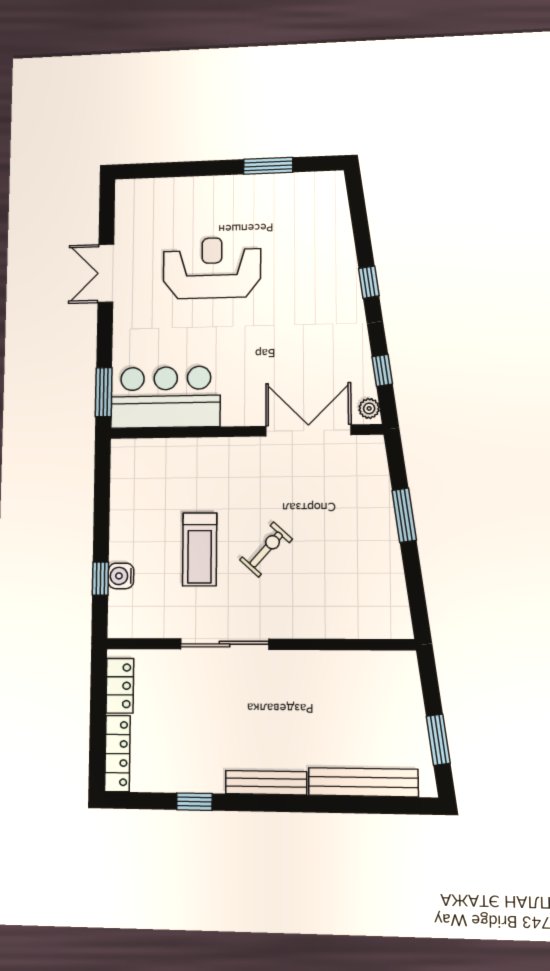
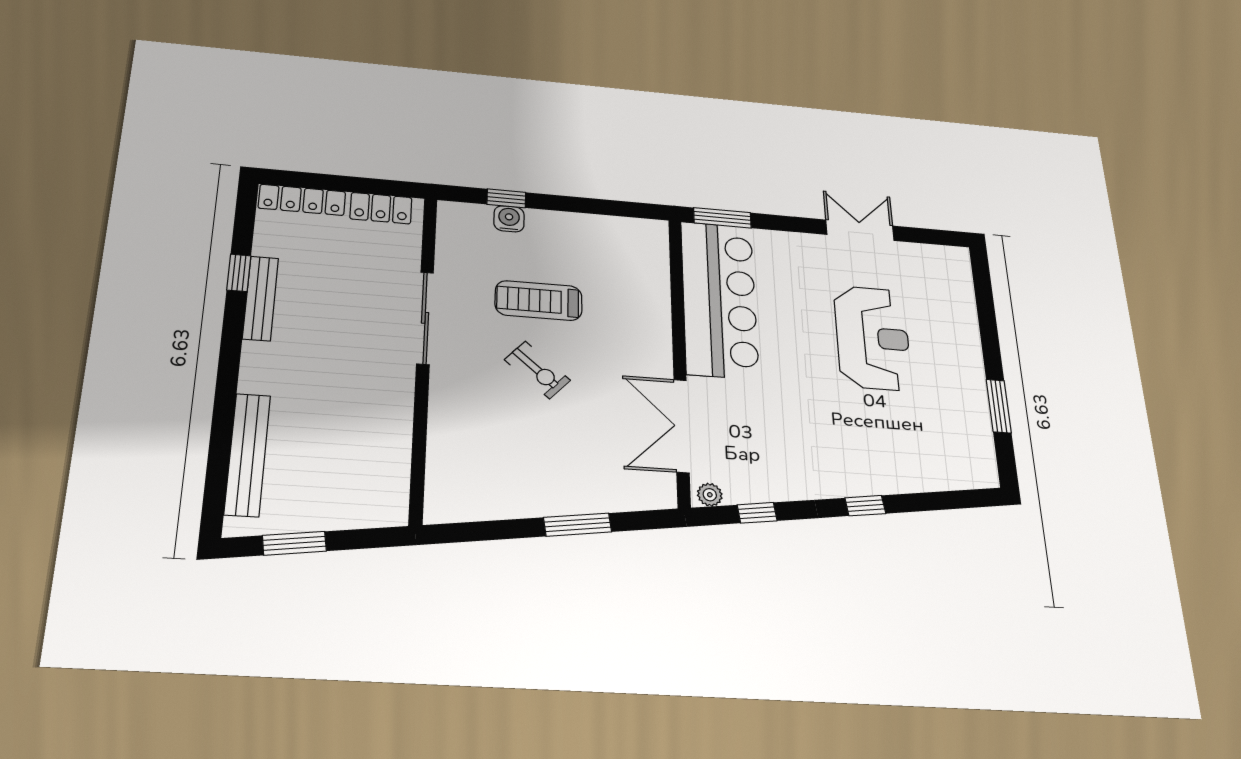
bar counter: (165, 397) -> (719, 299), width x1.36
double door: (308, 430) -> (682, 426), swing flipped
bench: (266, 783) -> (261, 298), moved

